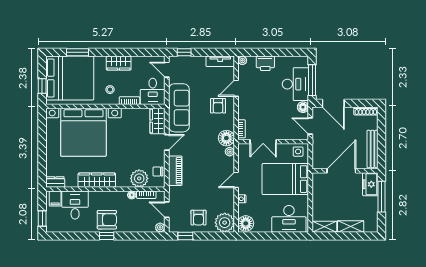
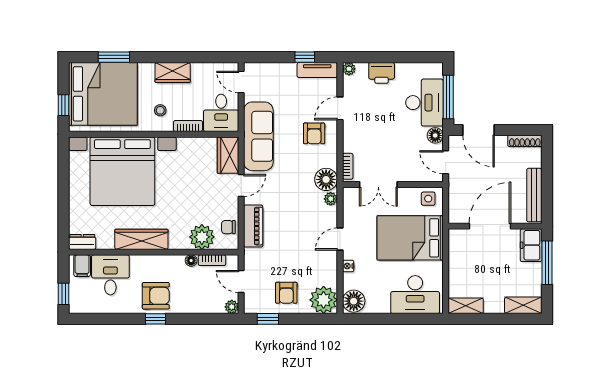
window: (184, 52) -> (305, 57), moved
shelving: (351, 226) -> (523, 305), moved

